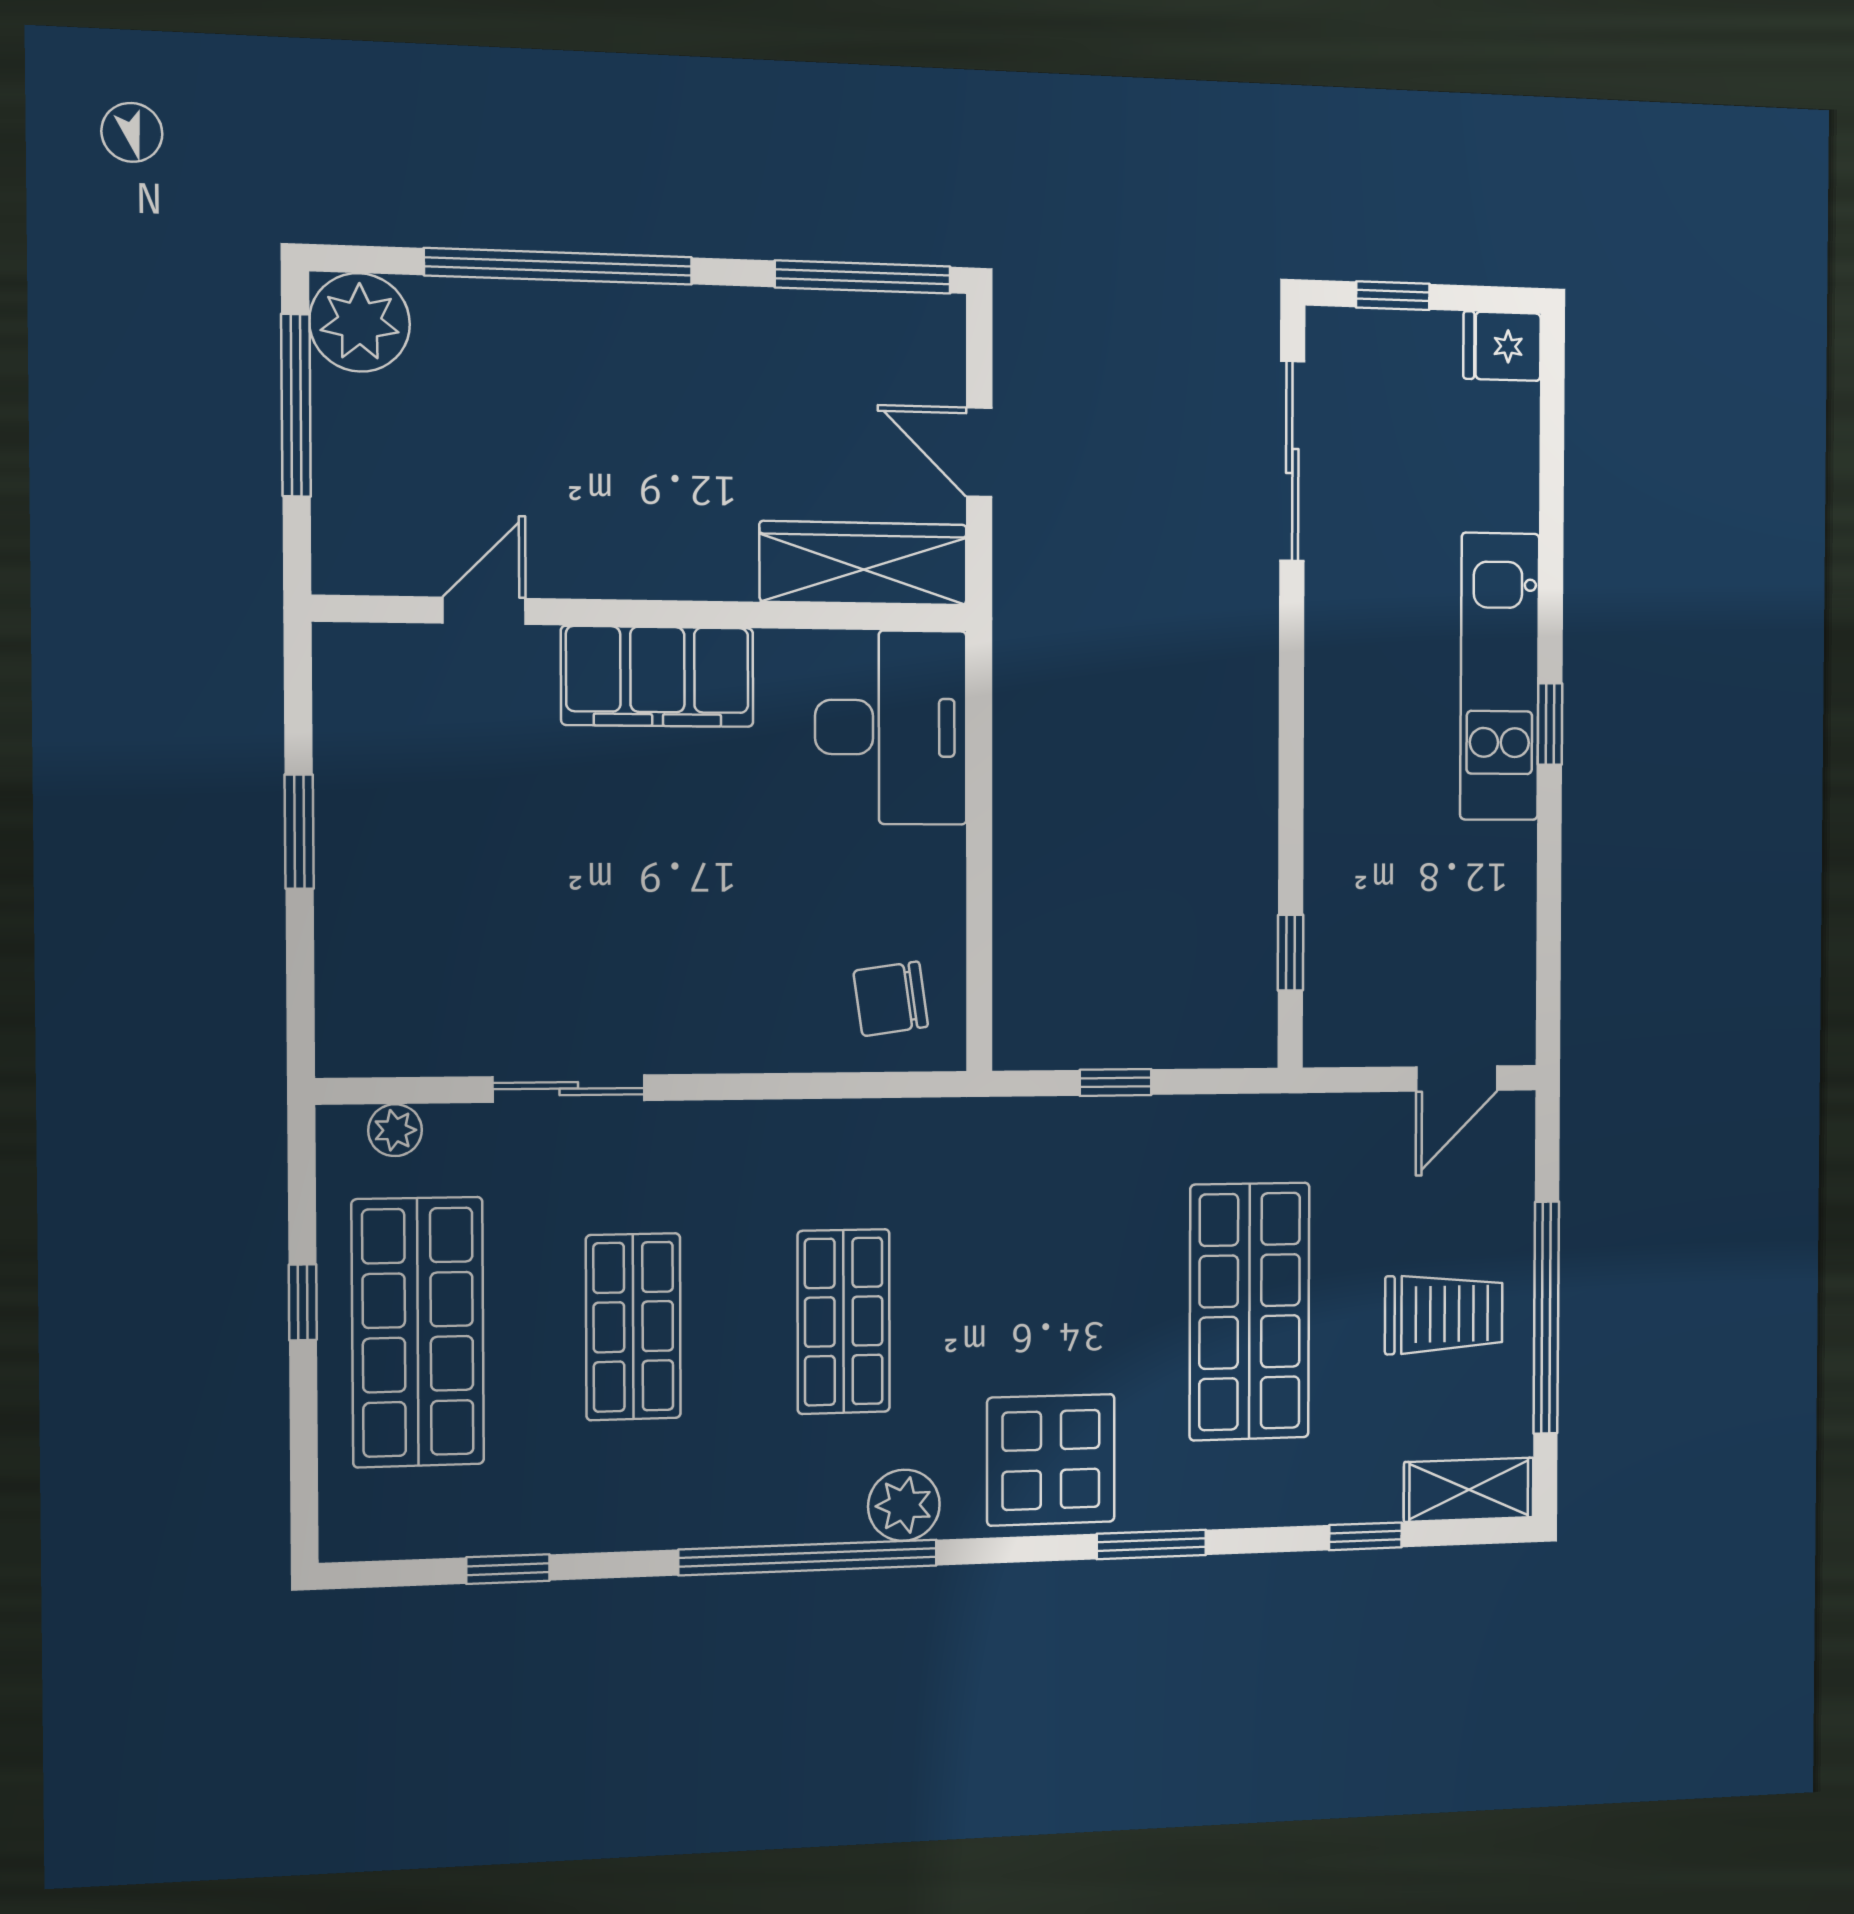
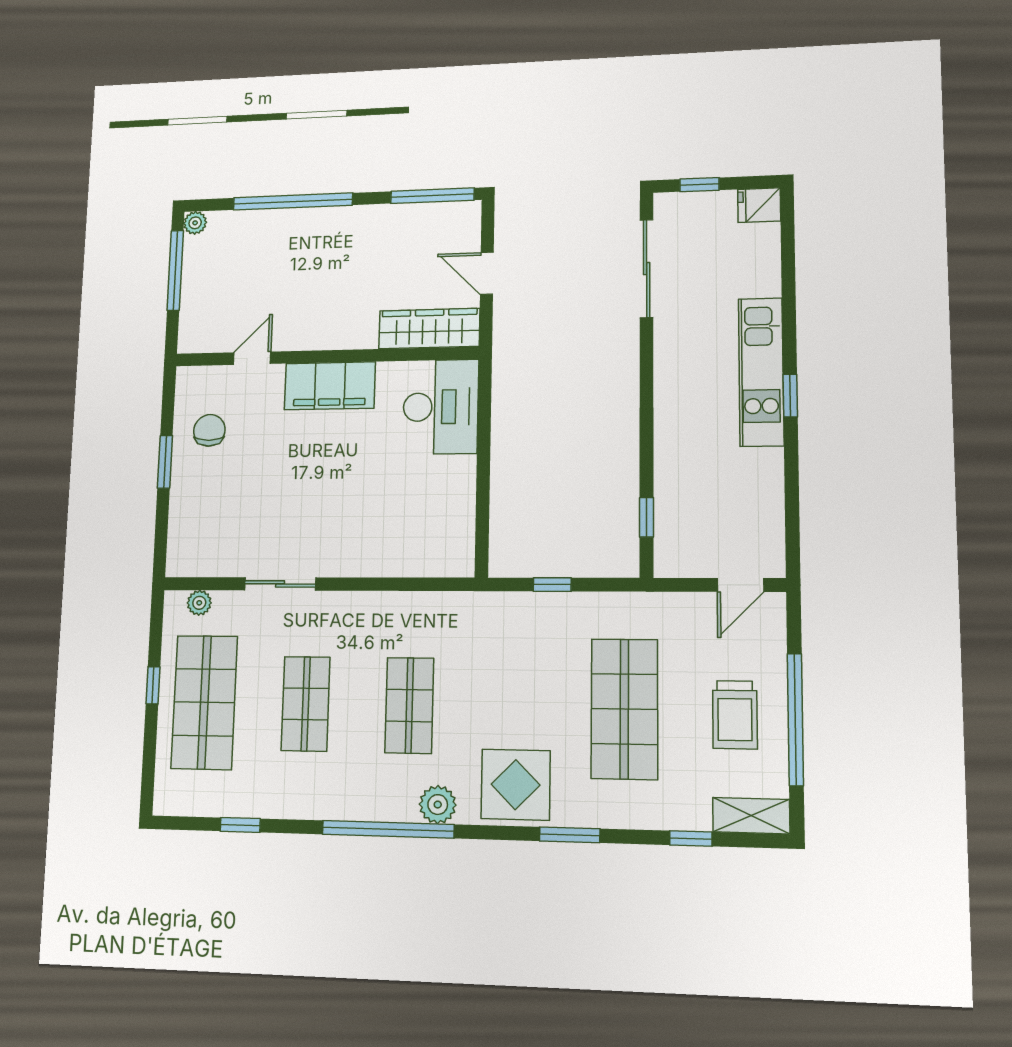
plant: (360, 322) -> (195, 223), width x0.53, depth x0.53
chair: (891, 999) -> (209, 430), moved, turned 98
trolley: (1444, 1314) -> (735, 715), turned 90

